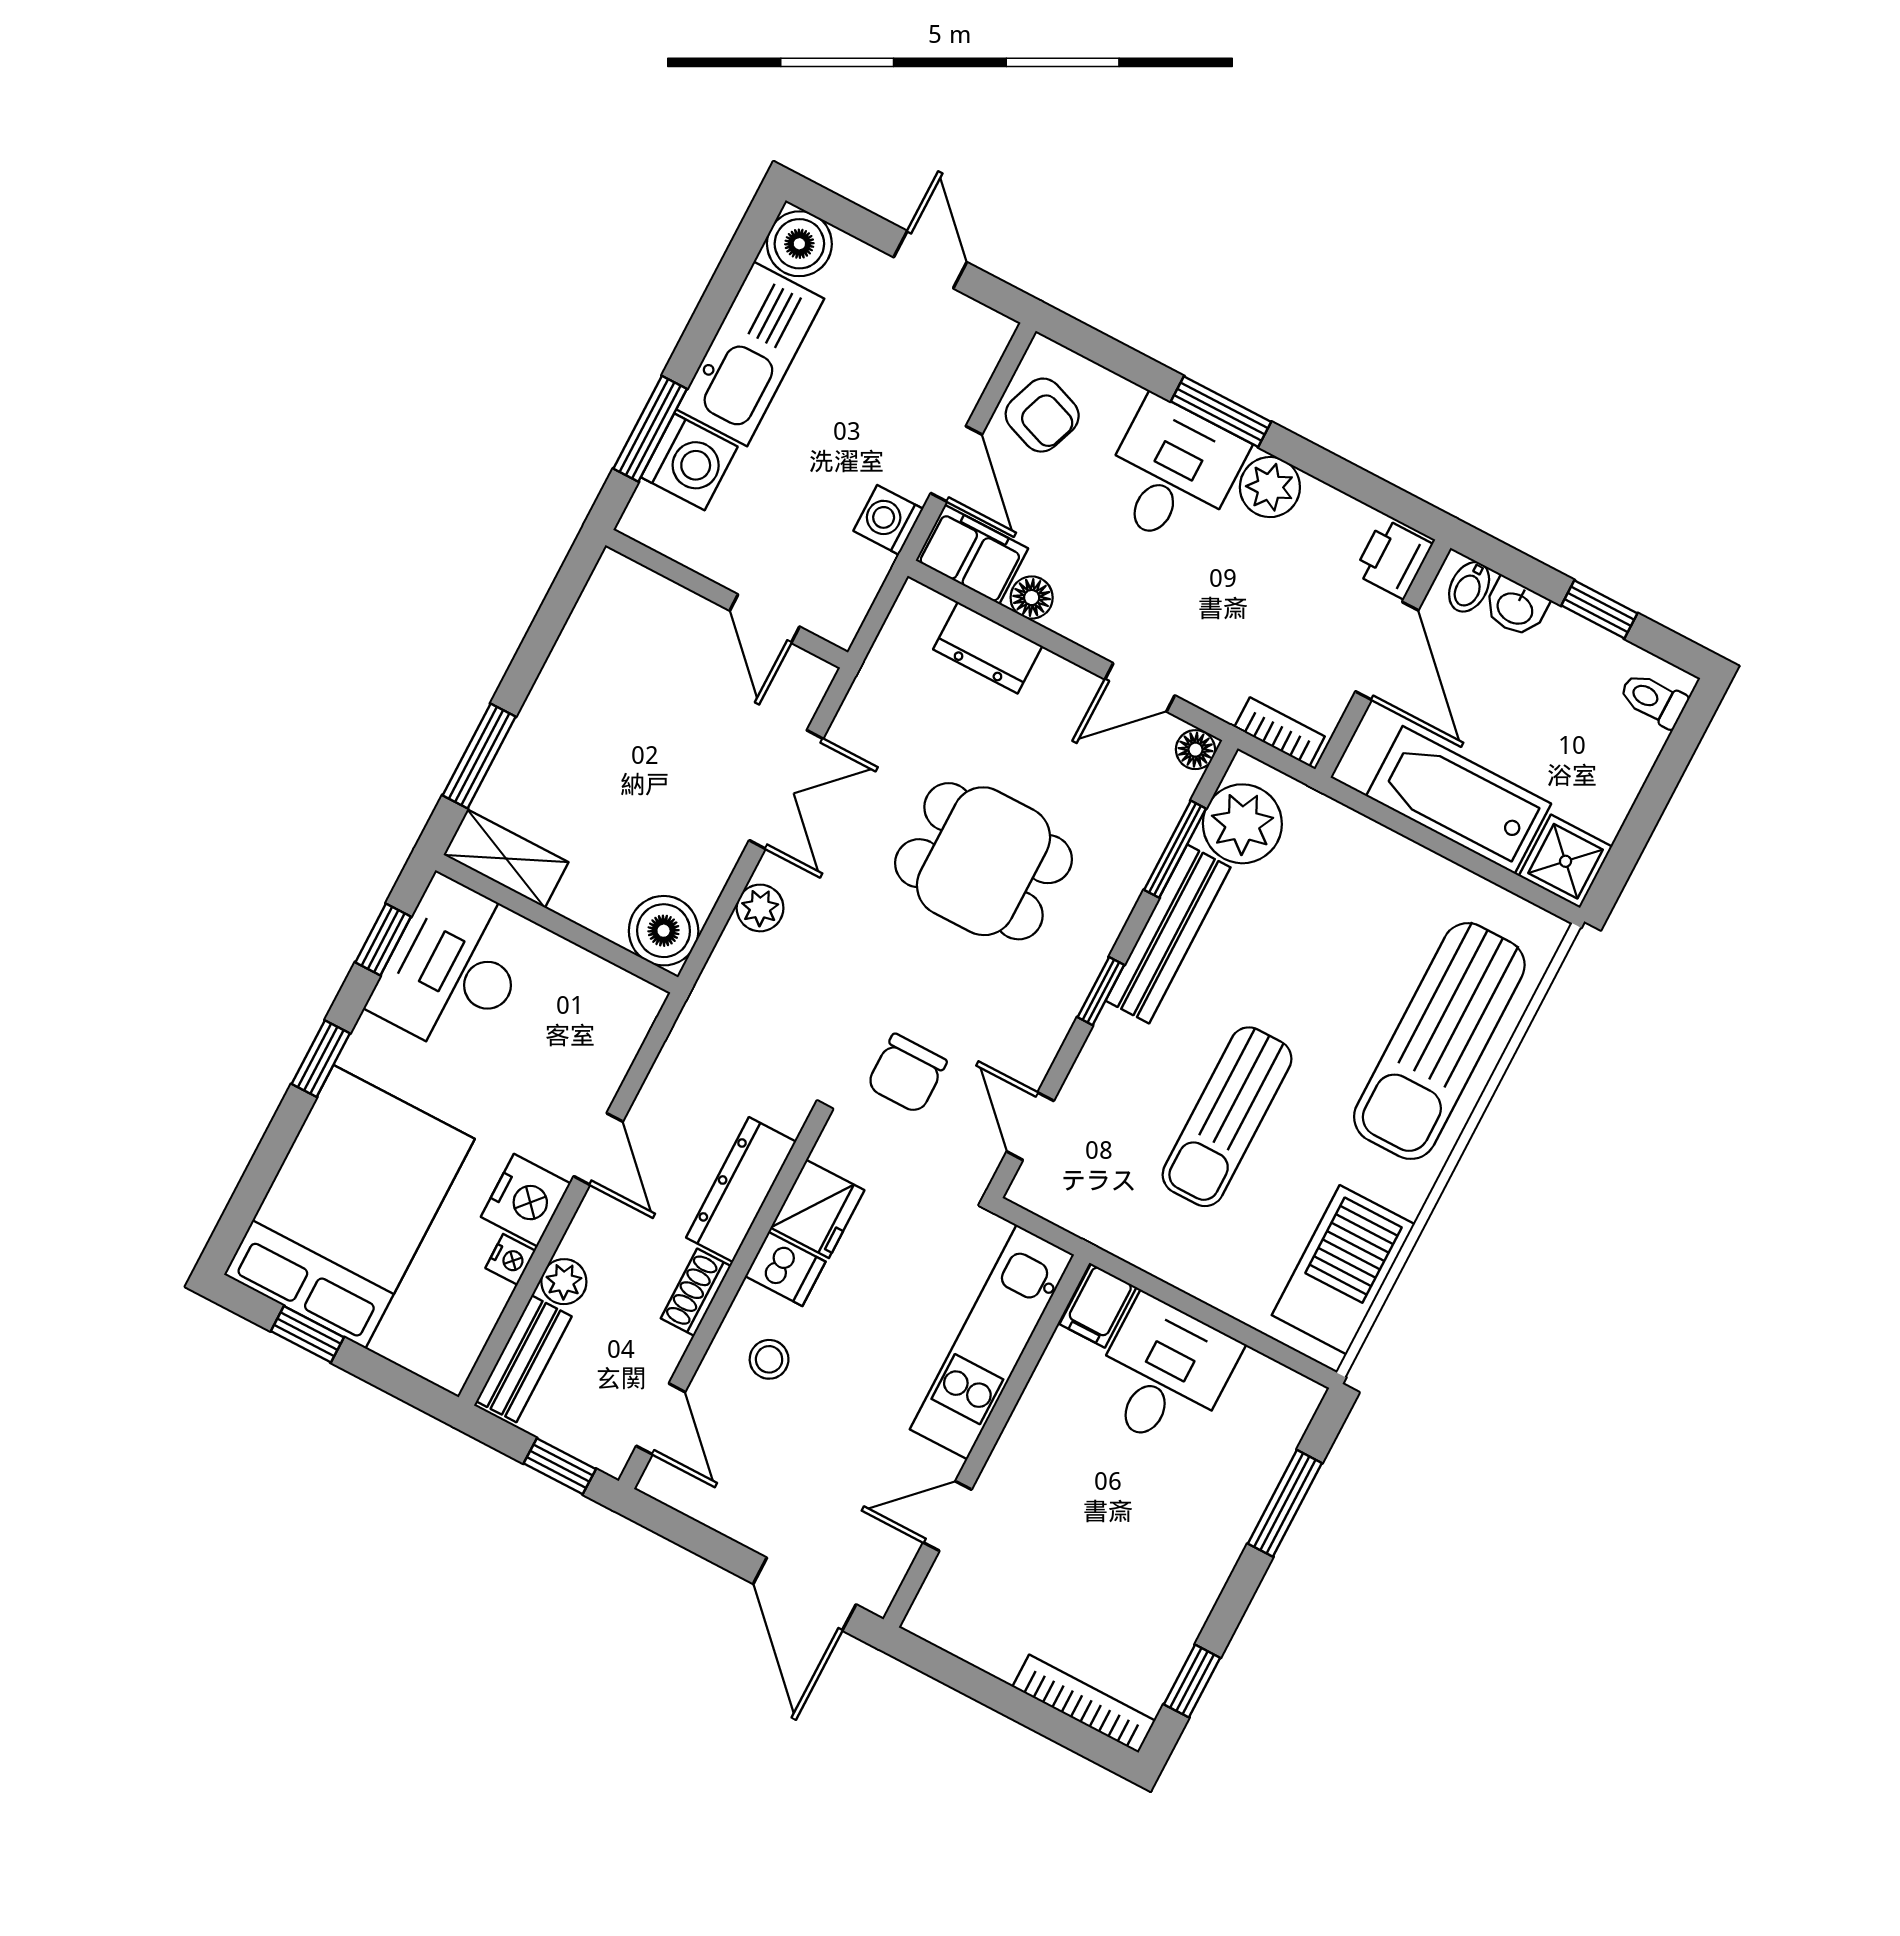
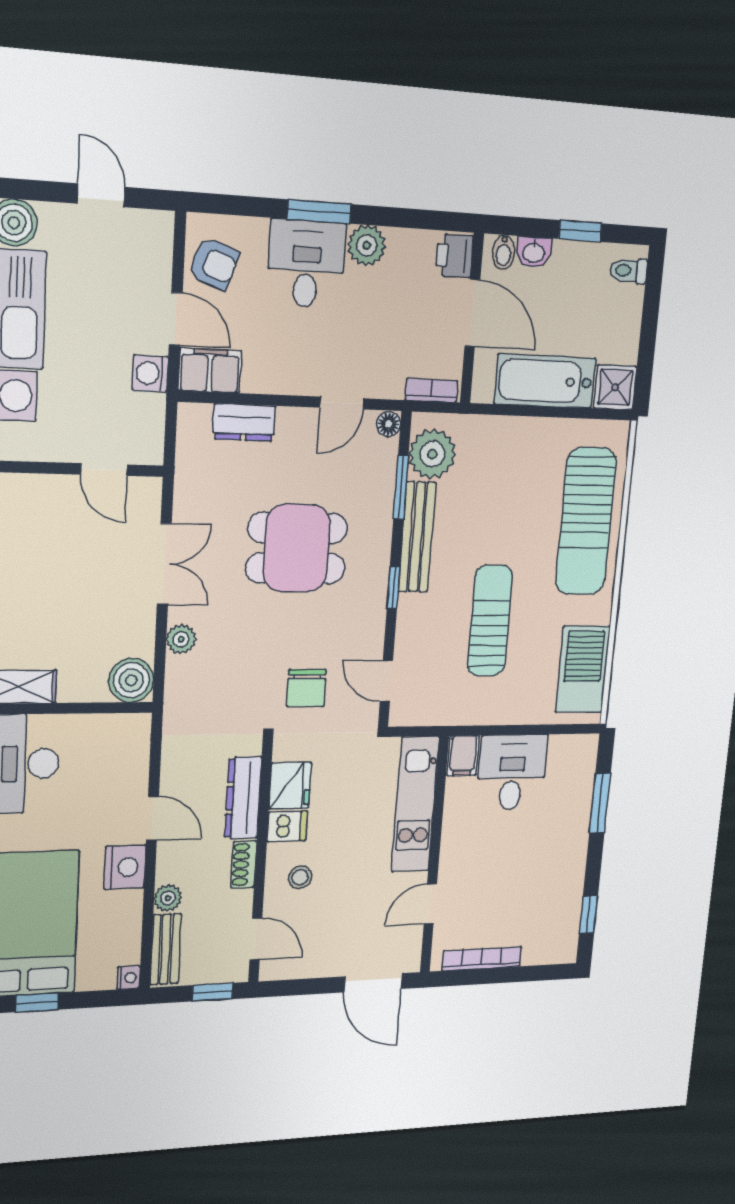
floor lamp: (1032, 598) -> (257, 380), removed
sun lounger: (1227, 1117) -> (490, 621), turned 180
nightstand: (510, 1259) -> (129, 978), moved
bookcase: (1084, 1704) -> (482, 959), moved

